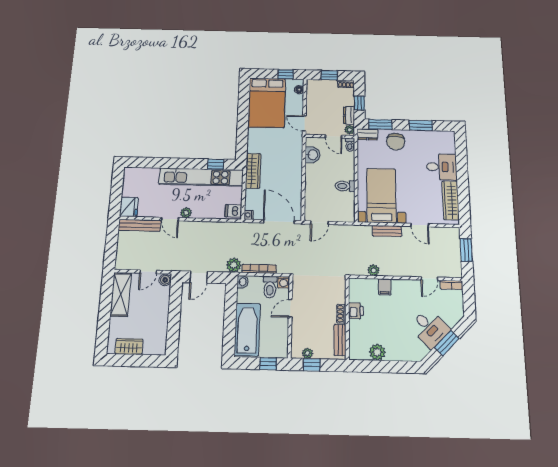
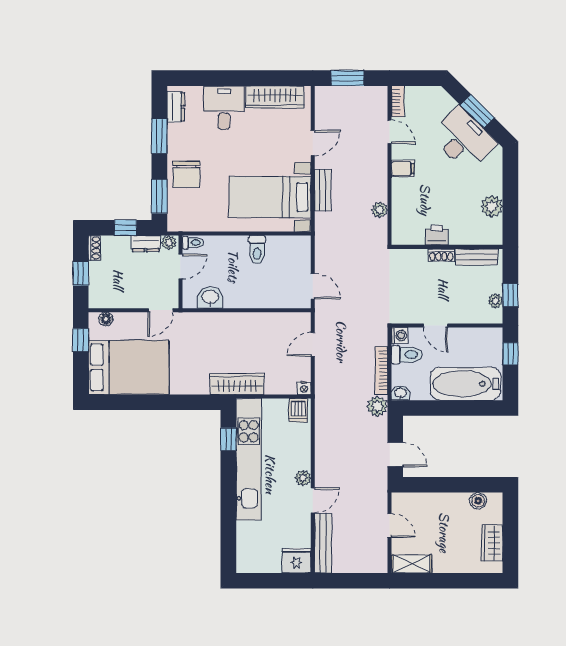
dresser: (367, 134) -> (176, 107), moved
chair: (396, 142) -> (186, 174), turned 90
door: (279, 222) -> (313, 345), width x0.53
boiler: (165, 280) -> (478, 501), moved
filing cabinet: (385, 287) -> (403, 169), moved
shelving: (121, 294) -> (412, 564), width x0.67, depth x0.75
desk: (430, 328) -> (463, 139), width x1.37

